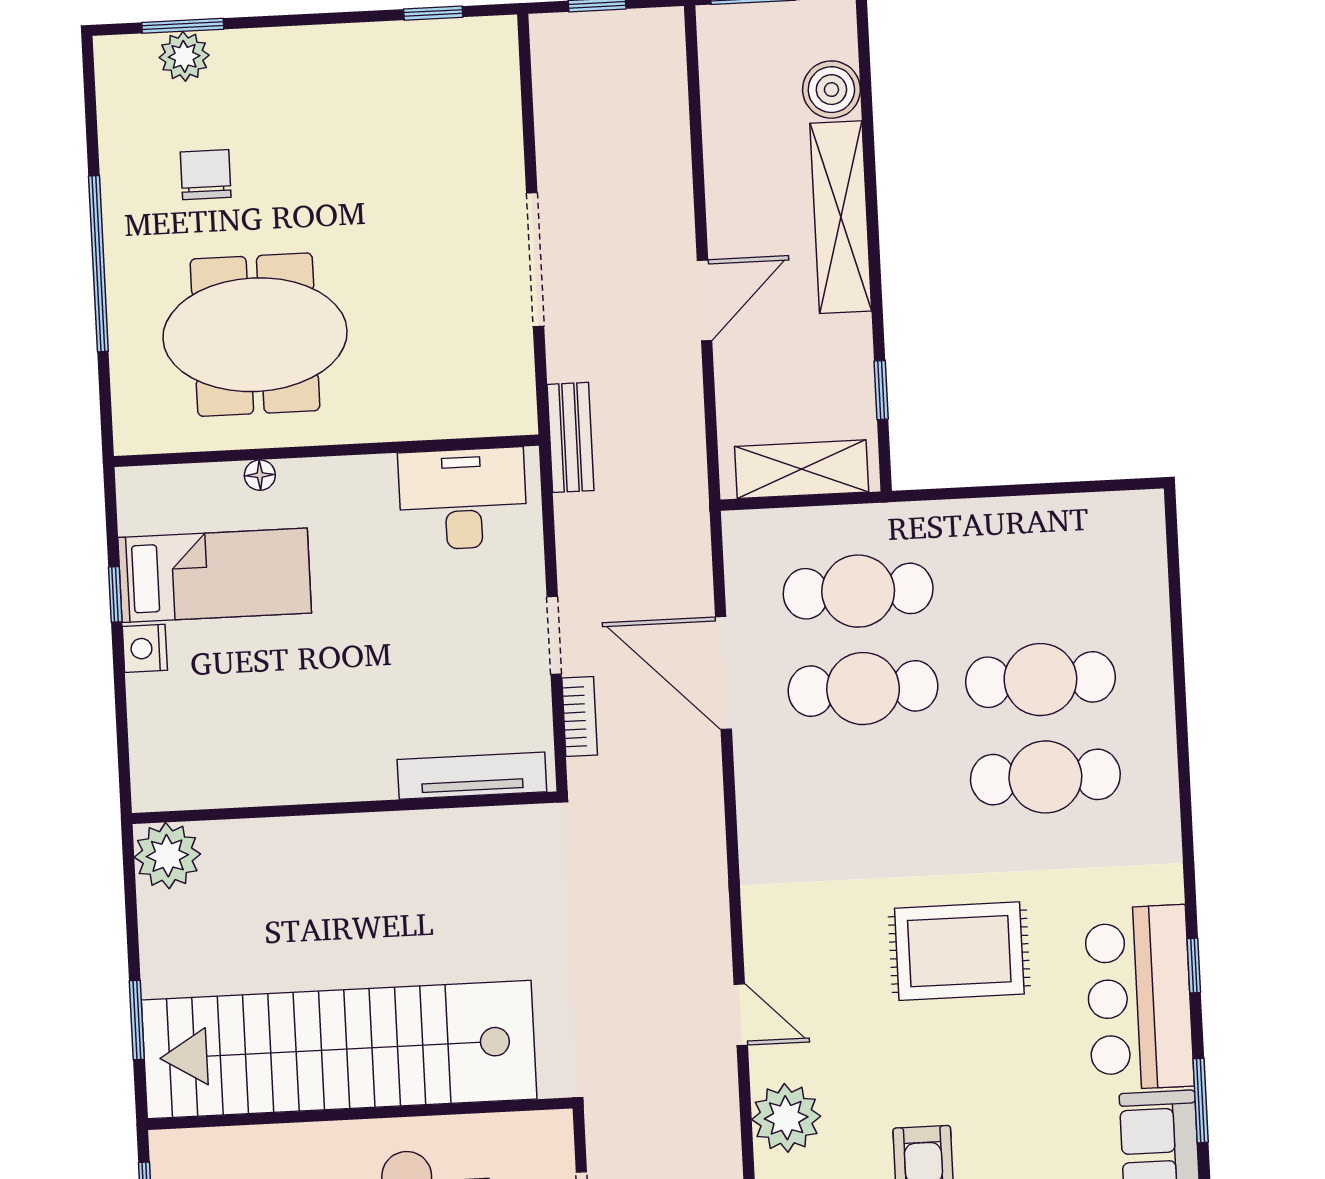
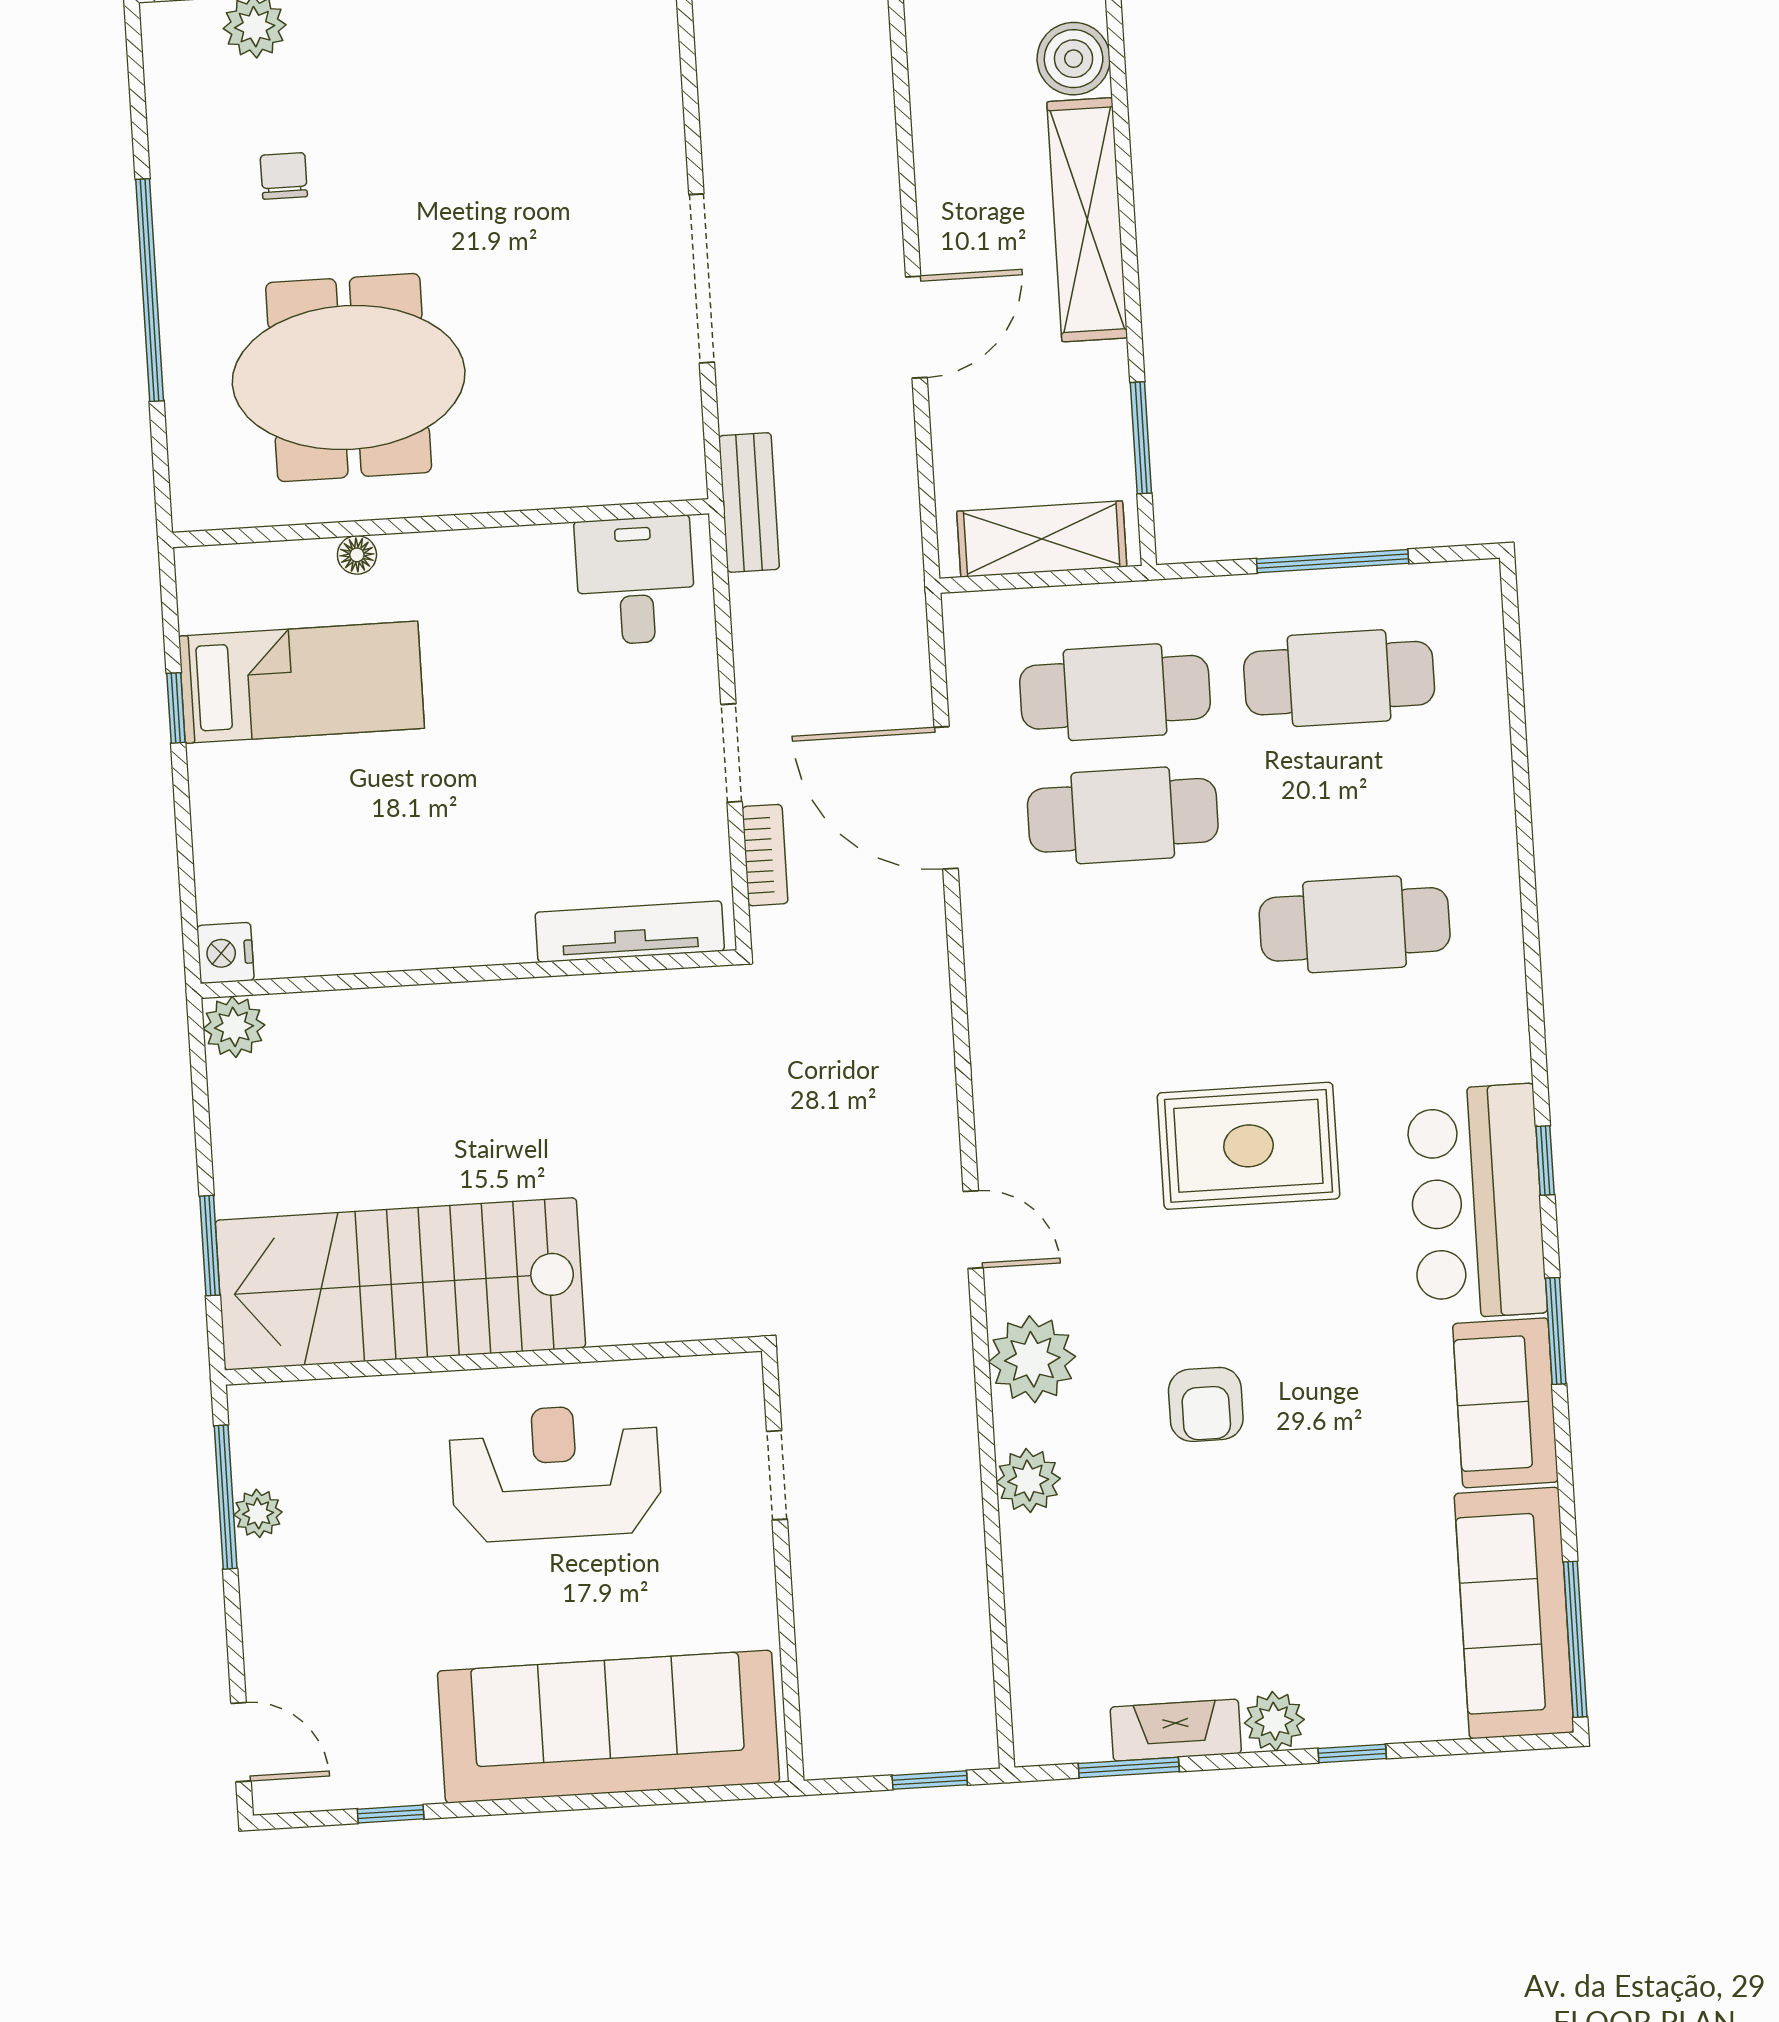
chair: (206, 175) -> (284, 176), width x0.73, depth x0.73
window: (881, 390) -> (1141, 438), width x1.50
window: (1031, 489) -> (1333, 561), added
desk: (463, 499) -> (635, 581), width x0.73
nightstand: (145, 648) -> (225, 953), moved
cafe table: (1040, 680) -> (1339, 678), moved
plant: (167, 856) -> (234, 1027), width x0.73, depth x0.73
stairs: (339, 1050) -> (400, 1284), width x0.73

